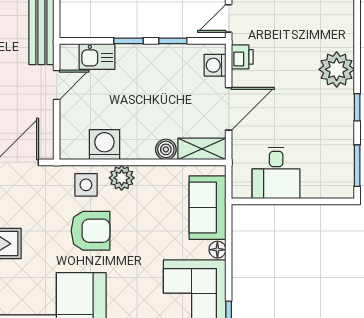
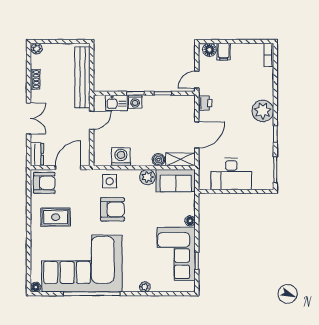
washing machine: (215, 65) -> (135, 102), moved, turned -90
desk: (276, 173) -> (231, 174), width x1.37
plant: (122, 178) -> (147, 177), moved
sofa: (207, 208) -> (176, 181), moved, turned -90

